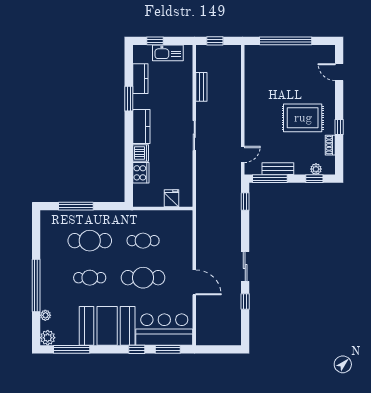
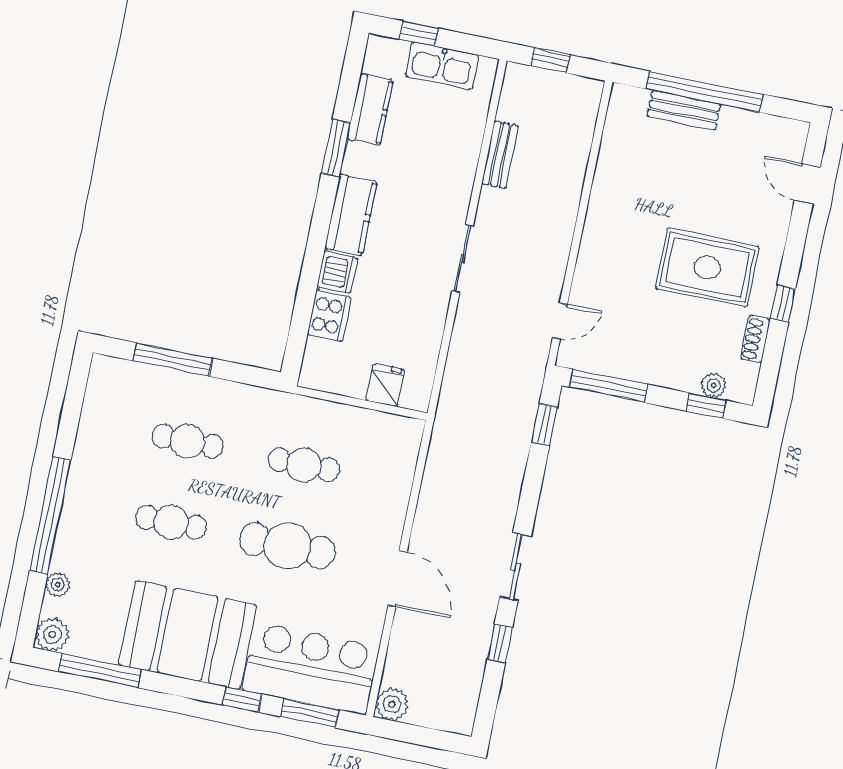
bench: (278, 169) -> (684, 110), moved
cafe table: (90, 241) -> (188, 441), width x0.73, depth x0.74
plant: (203, 338) -> (392, 704), added

